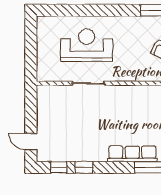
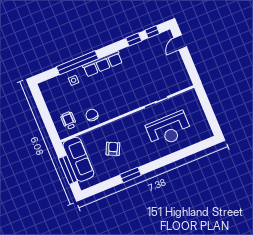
door: (31, 142) -> (180, 42), swing flipped

